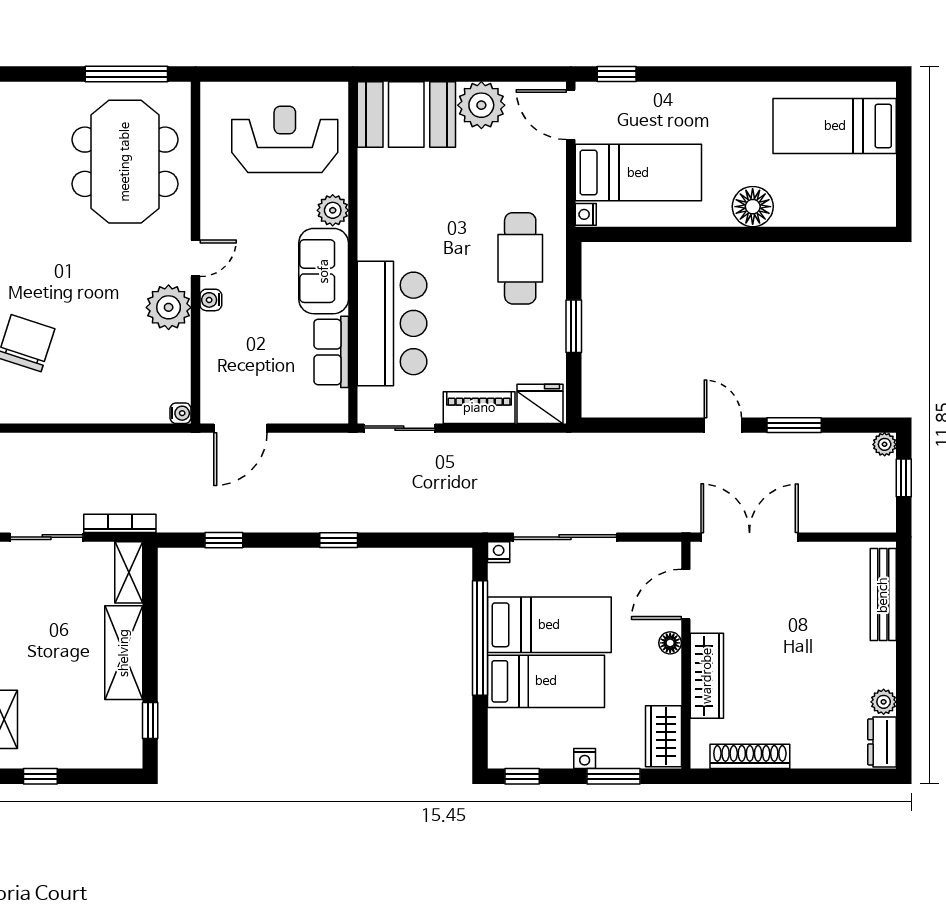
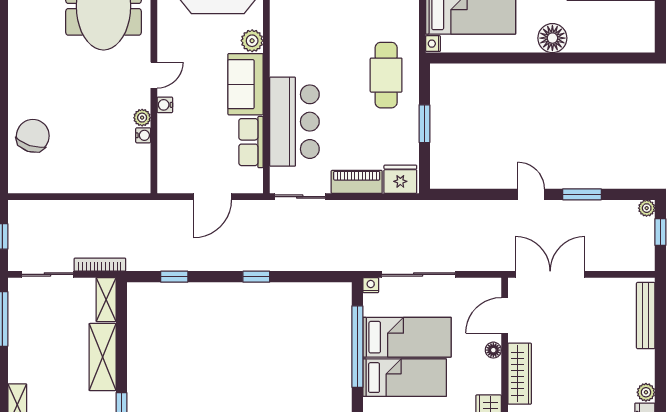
plant: (169, 307) -> (142, 118), width x0.53, depth x0.53
water cooler: (181, 413) -> (143, 135), moved
door: (240, 428) -> (213, 197), moved

